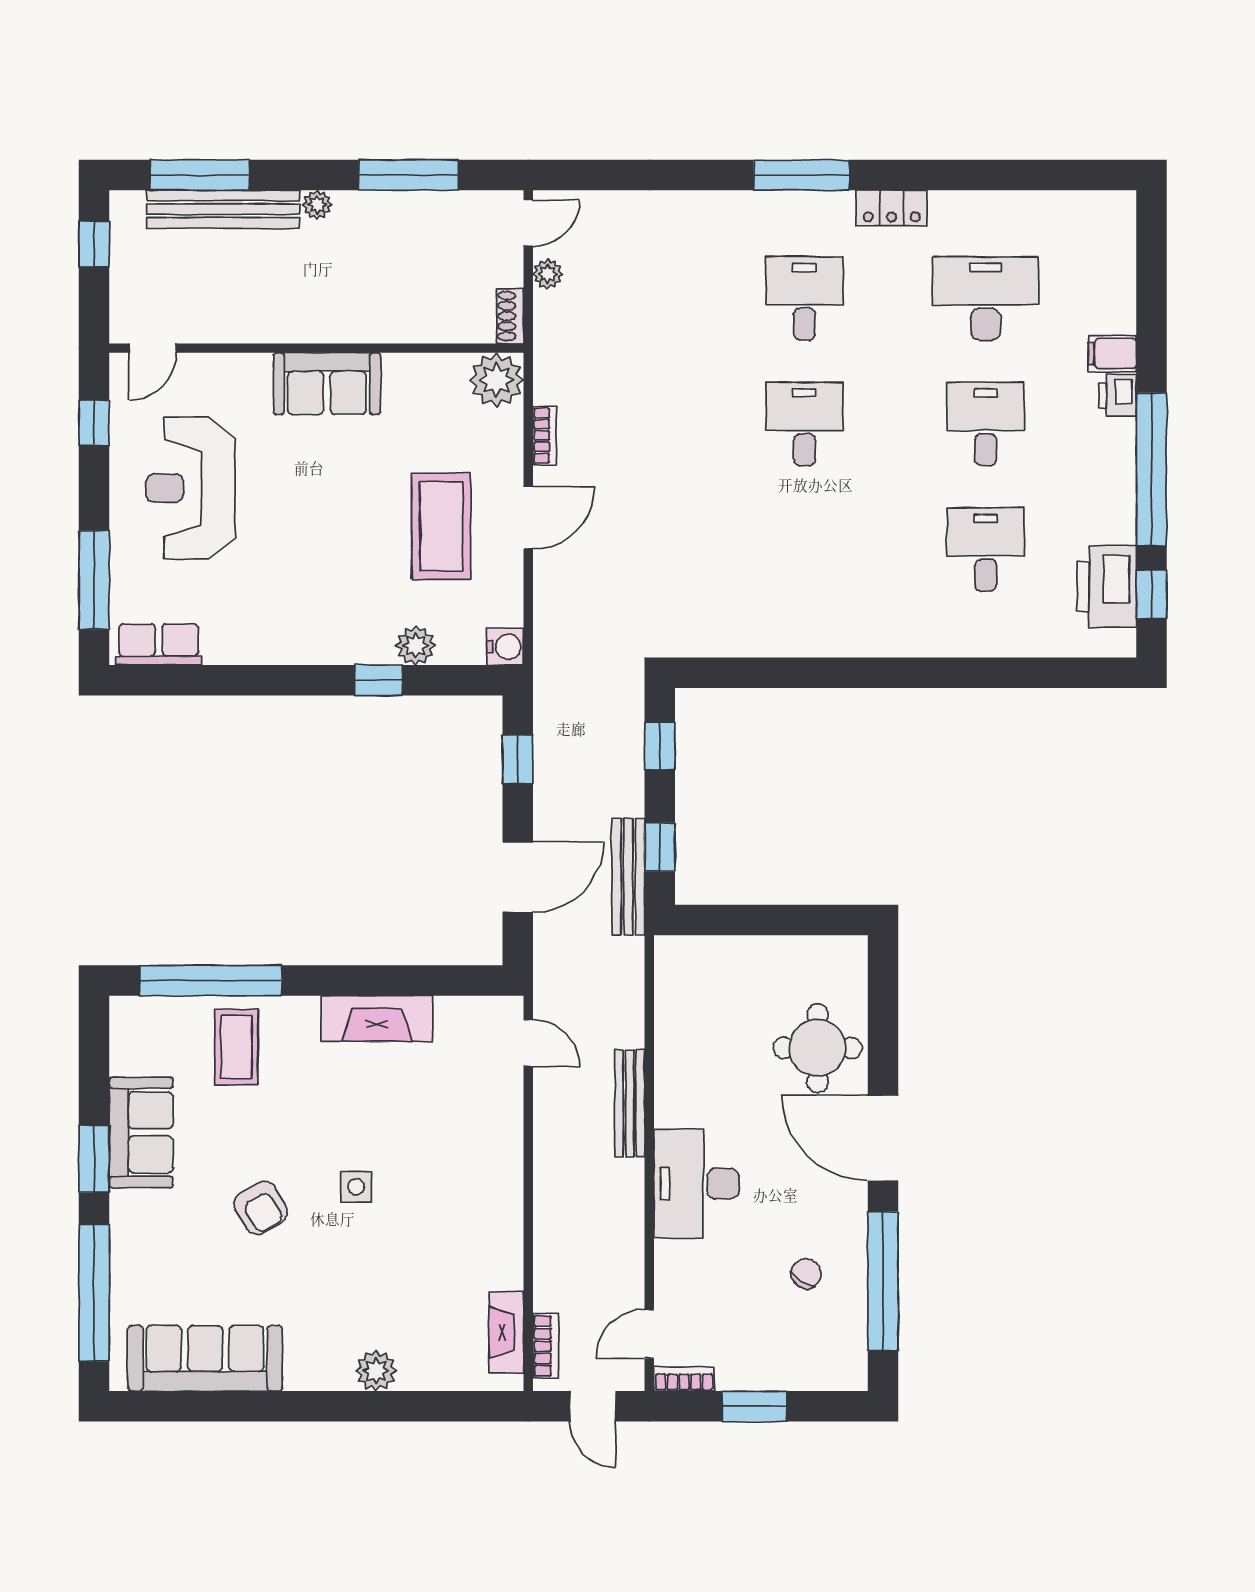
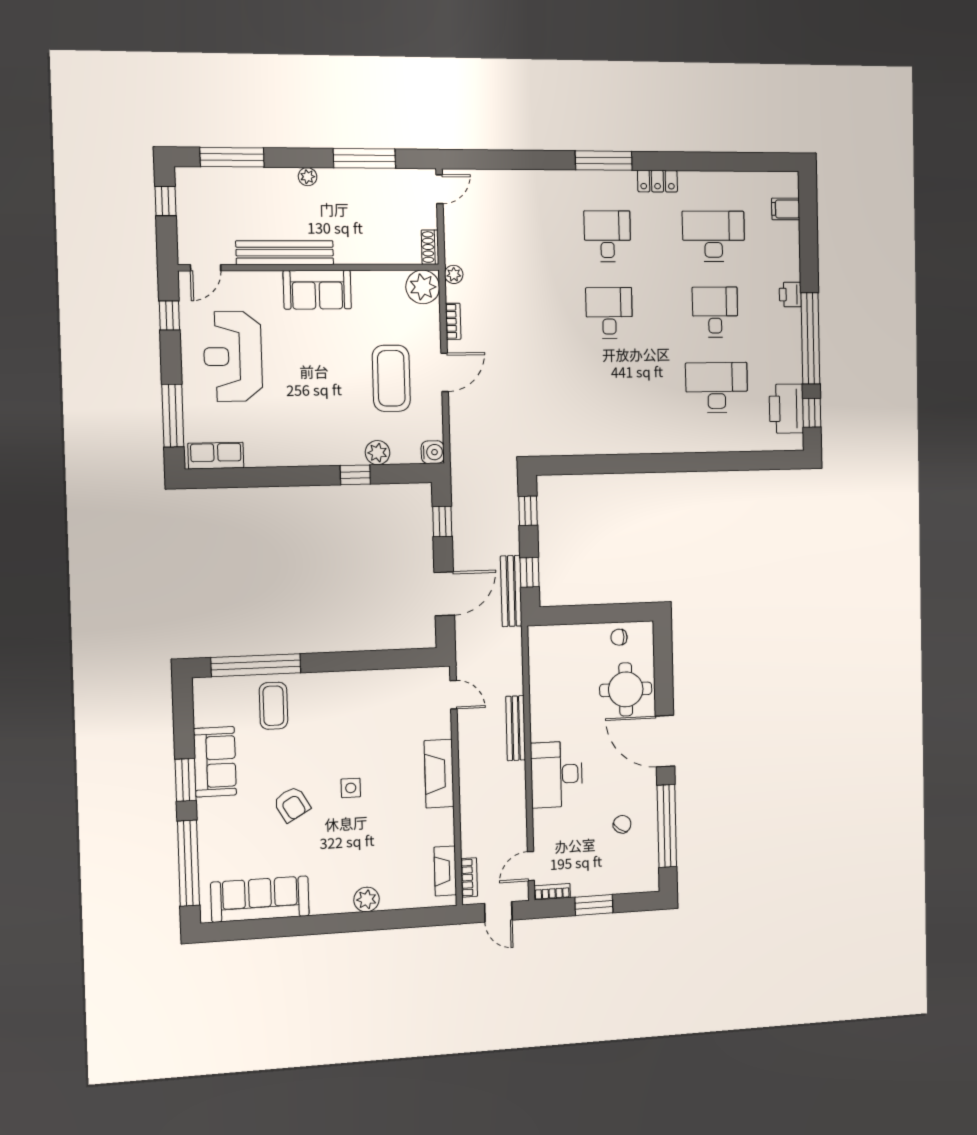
bench: (223, 209) -> (285, 253), moved
plant: (548, 274) -> (454, 274), moved
filing cabinet: (1112, 354) -> (786, 209), moved
desk: (986, 549) -> (717, 388), width x1.37
chair: (808, 960) -> (619, 637), added
fireplace: (377, 1019) -> (439, 774), moved, turned 90

